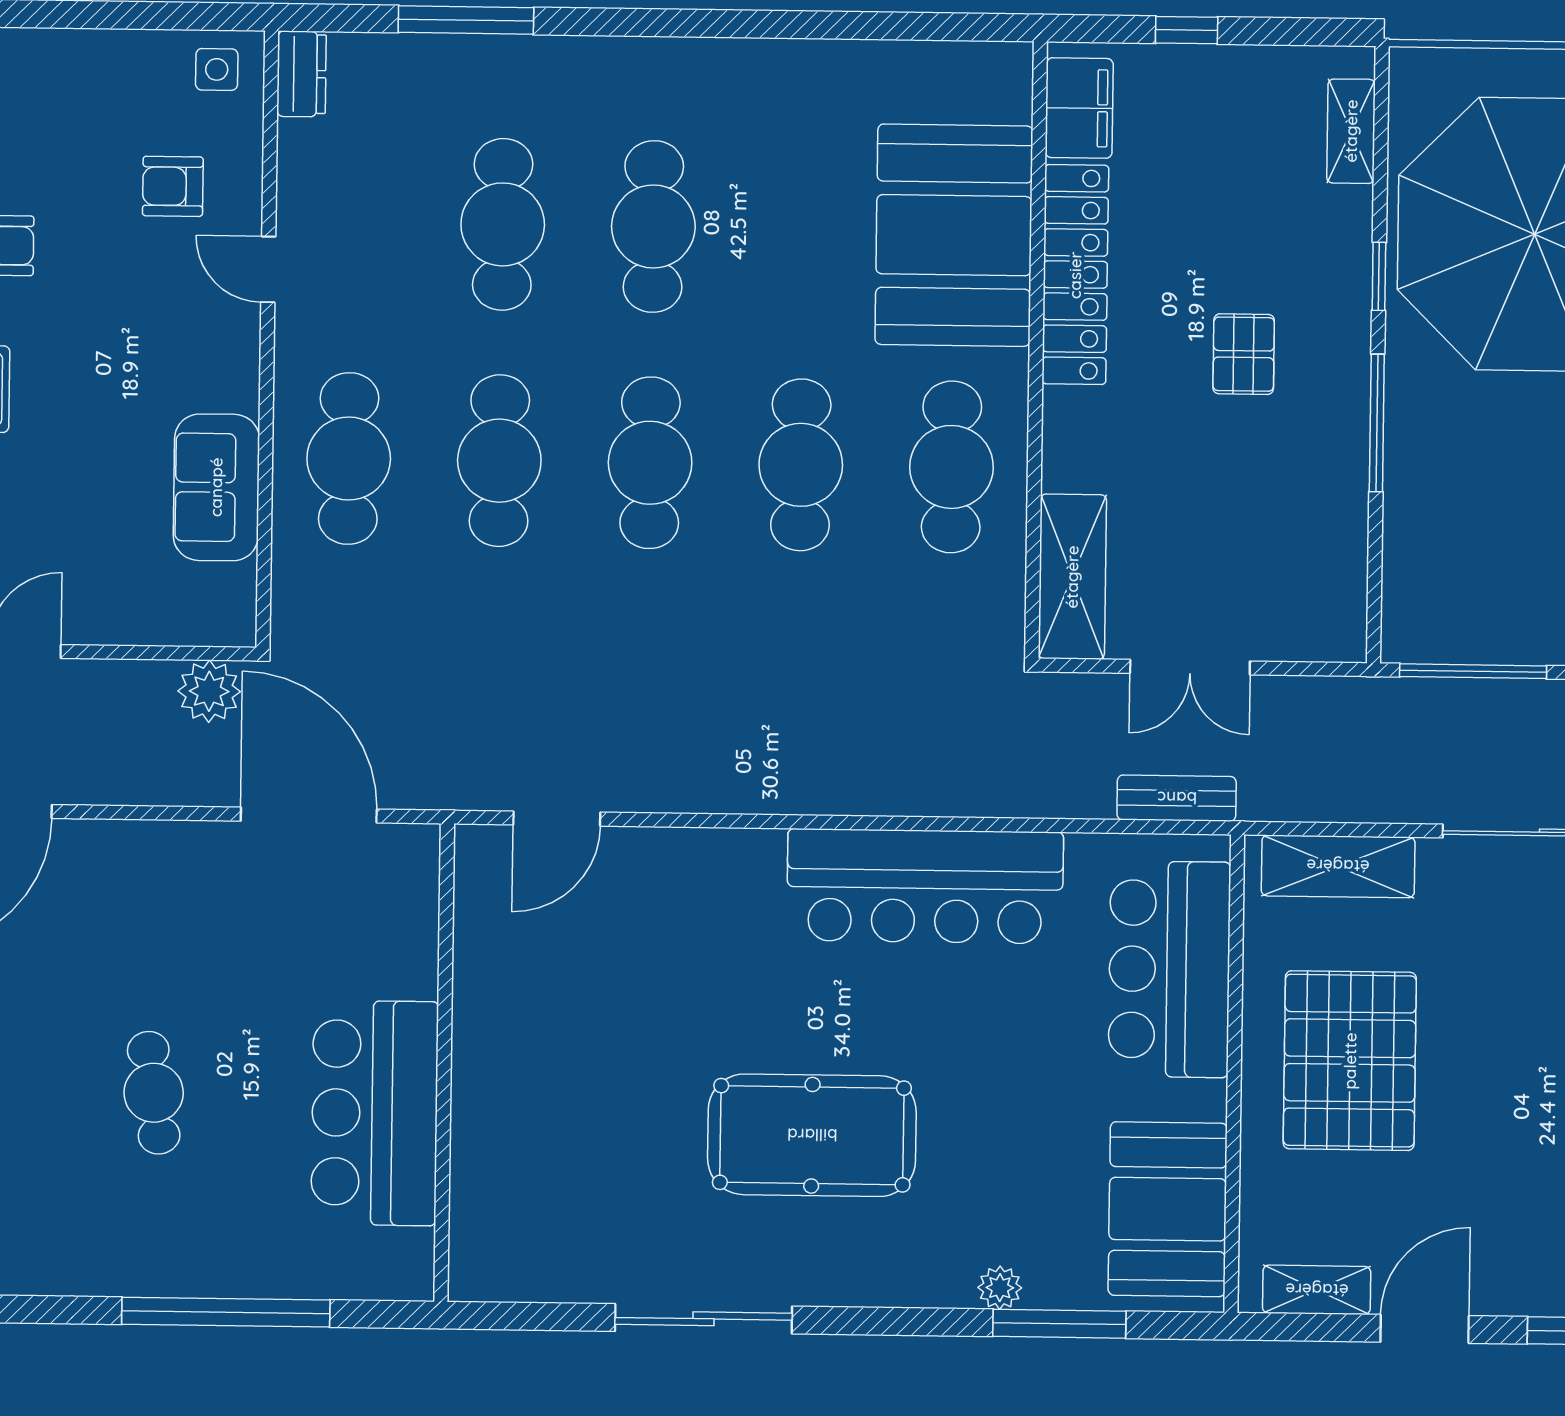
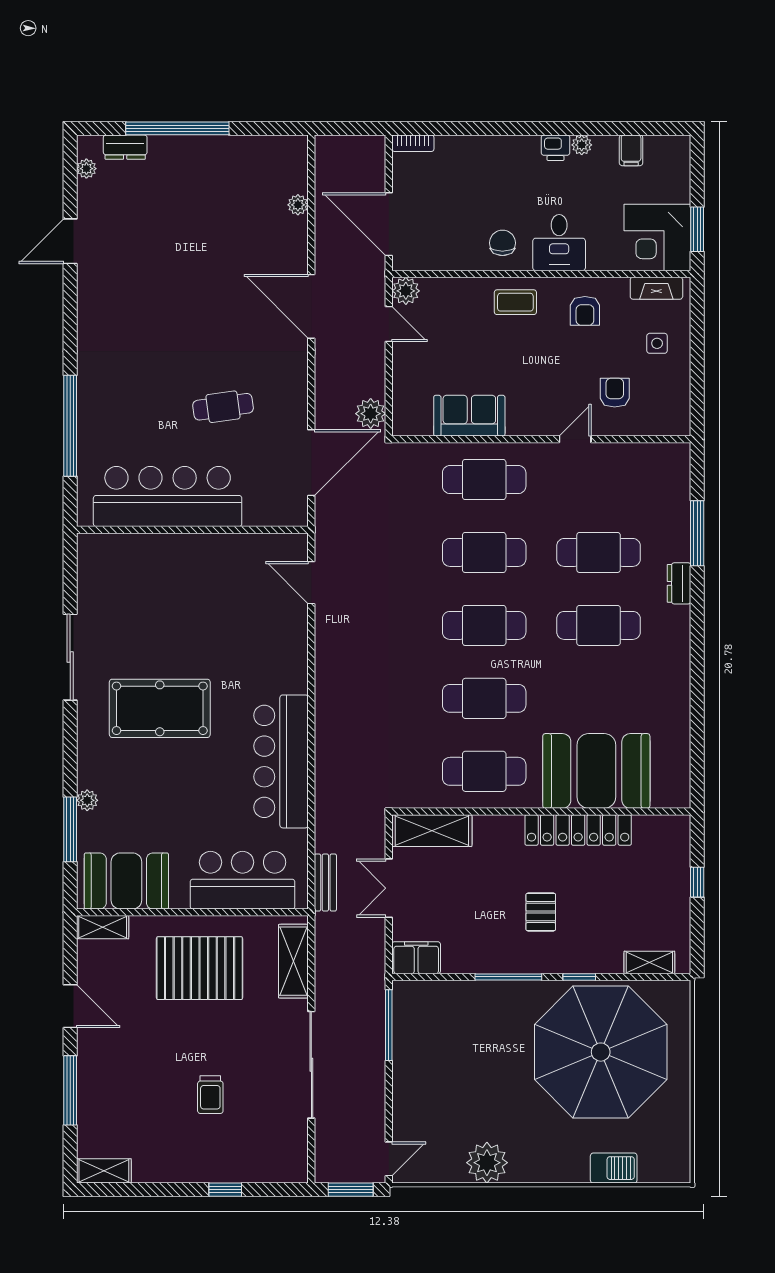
side table: (217, 69) -> (657, 343), moved
dresser: (302, 74) -> (679, 583), moved, turned 90
filing cabinet: (1079, 108) -> (416, 958), moved, turned 180
pallet: (1244, 354) -> (541, 912), turned 90
cafe table: (154, 1093) -> (223, 407), moved
bar counter: (375, 1113) -> (168, 497), width x1.36
pool table: (812, 1135) -> (160, 708), turned 90
shelving: (1317, 1290) -> (103, 927), moved, turned 90

